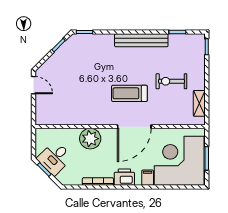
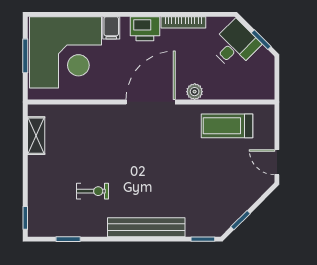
bench: (141, 40) -> (146, 227), moved
exercise bike: (171, 81) -> (92, 191), moved, width x0.73, depth x0.72
treadmill: (129, 93) -> (227, 126), moved, turned 180
door: (134, 127) -> (151, 102), moved
plant: (90, 139) -> (195, 92), width x0.53, depth x0.53
desk: (55, 158) -> (235, 45), moved

